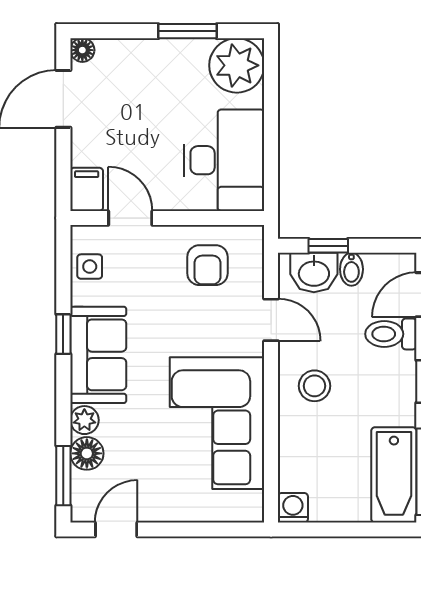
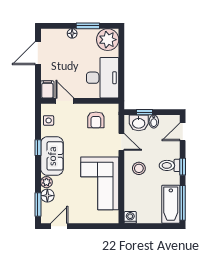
floor lamp: (82, 50) -> (72, 33), moved
toilet: (391, 334) -> (170, 165), moved

